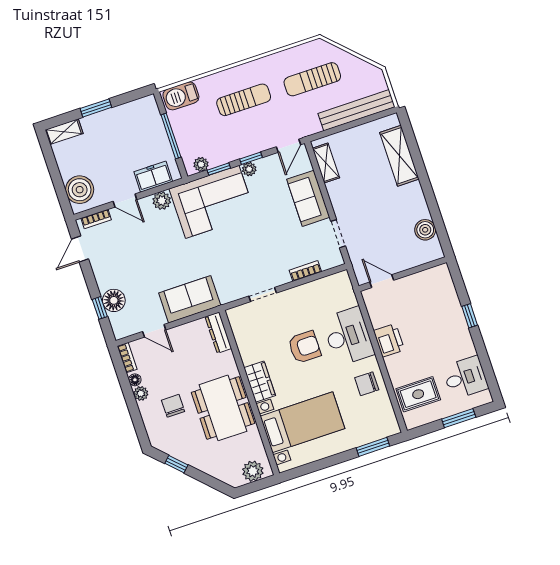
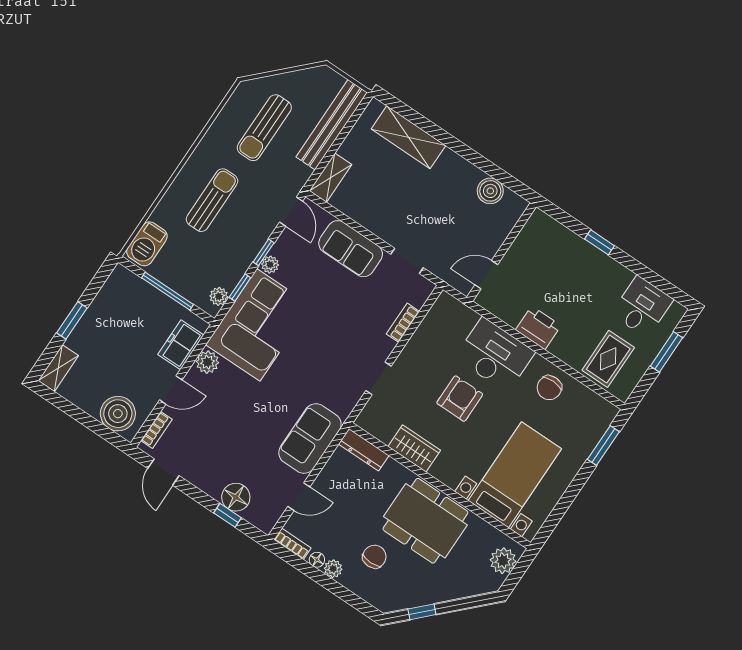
shelving: (326, 163) -> (331, 178), moved, turned 90
wardrobe: (260, 382) -> (414, 448), moved
chair: (173, 406) -> (374, 557), turned 90

